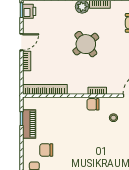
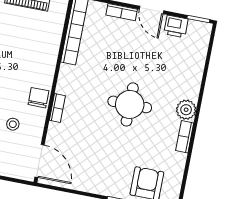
printer: (29, 11) -> (176, 26), moved
round table: (86, 44) -> (130, 104), turned 38

